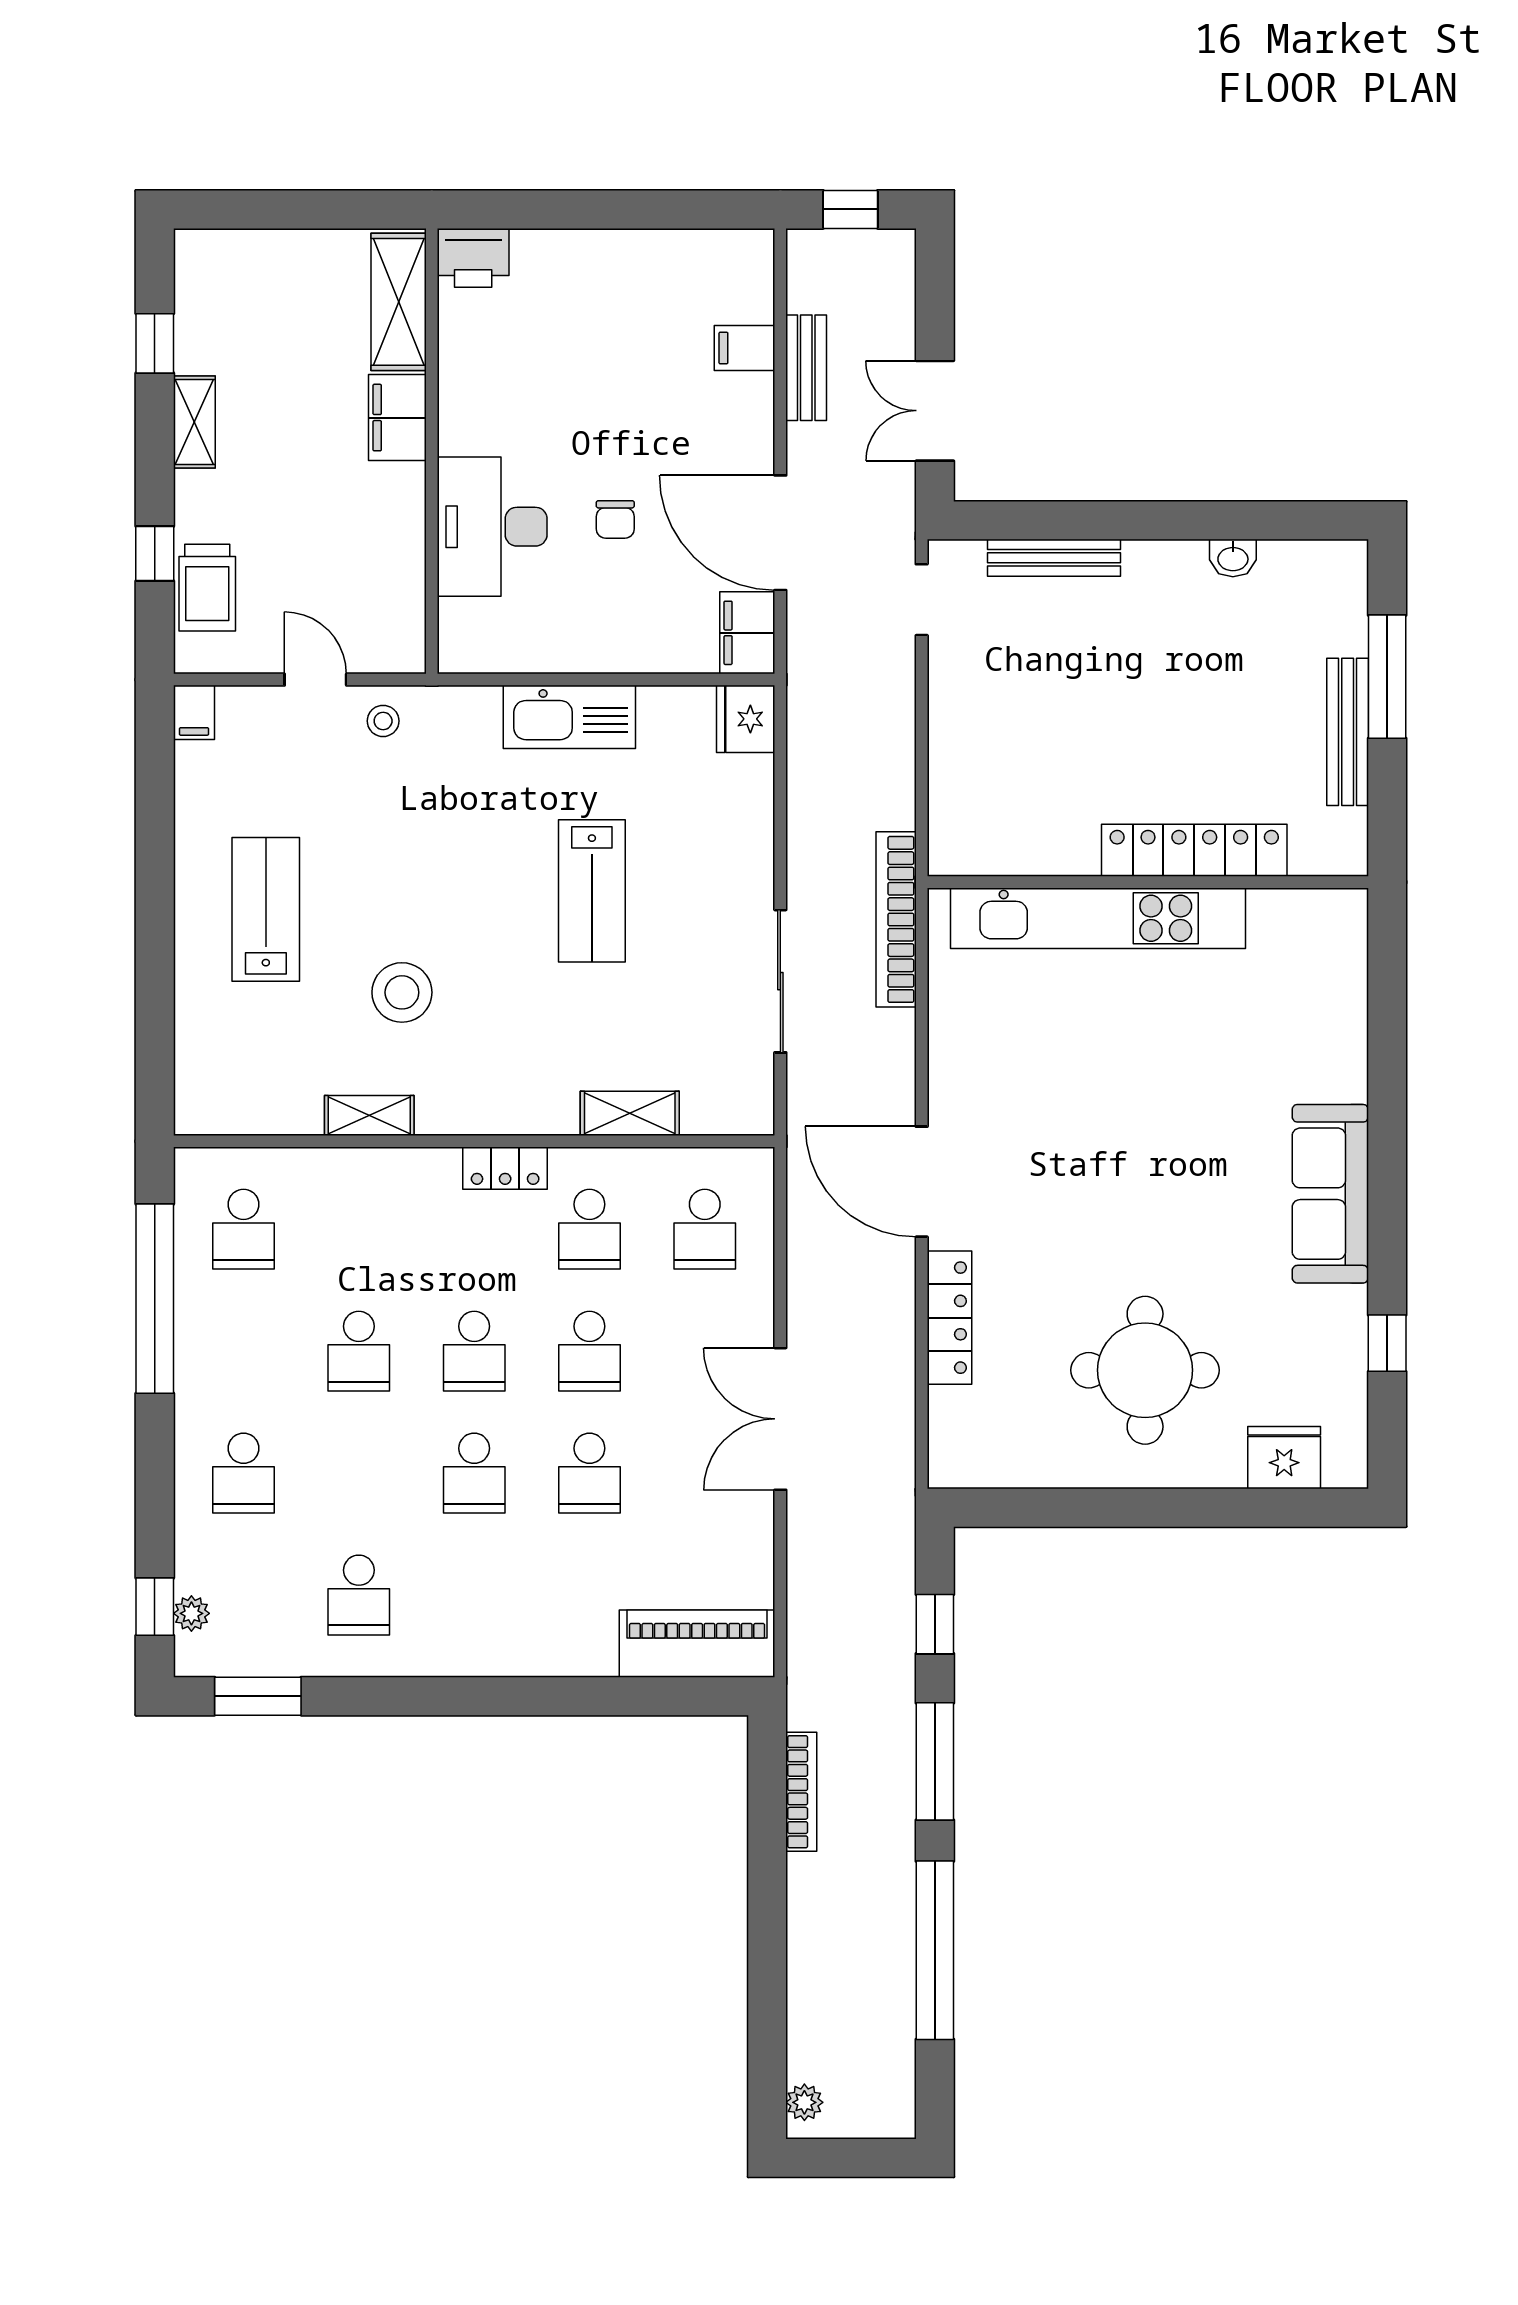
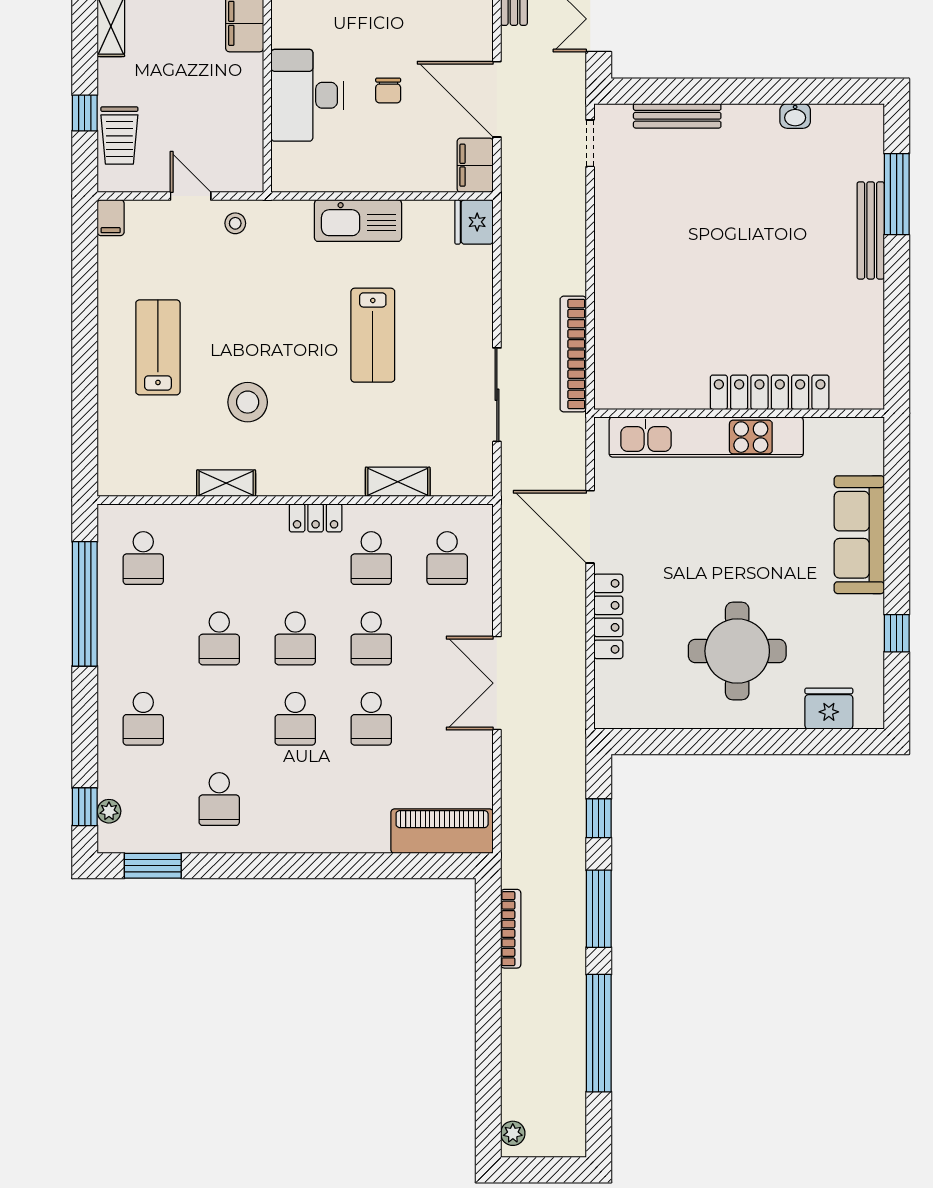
locker: (1194, 850) -> (770, 392), moved
wall: (1148, 882) -> (739, 413), moved
kitchen unit: (1098, 918) -> (706, 437), moved

